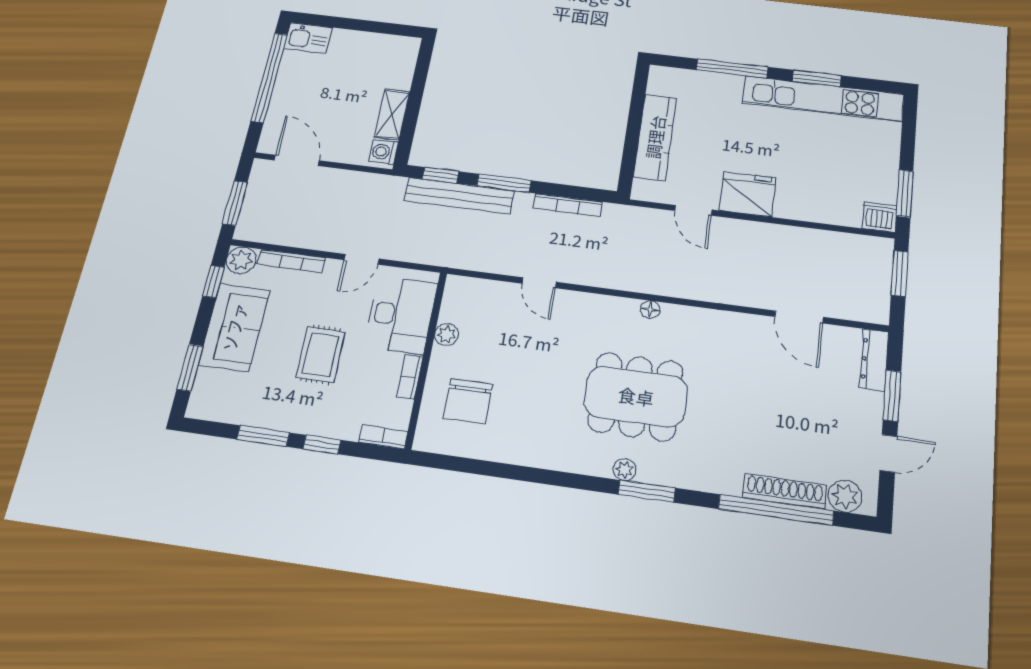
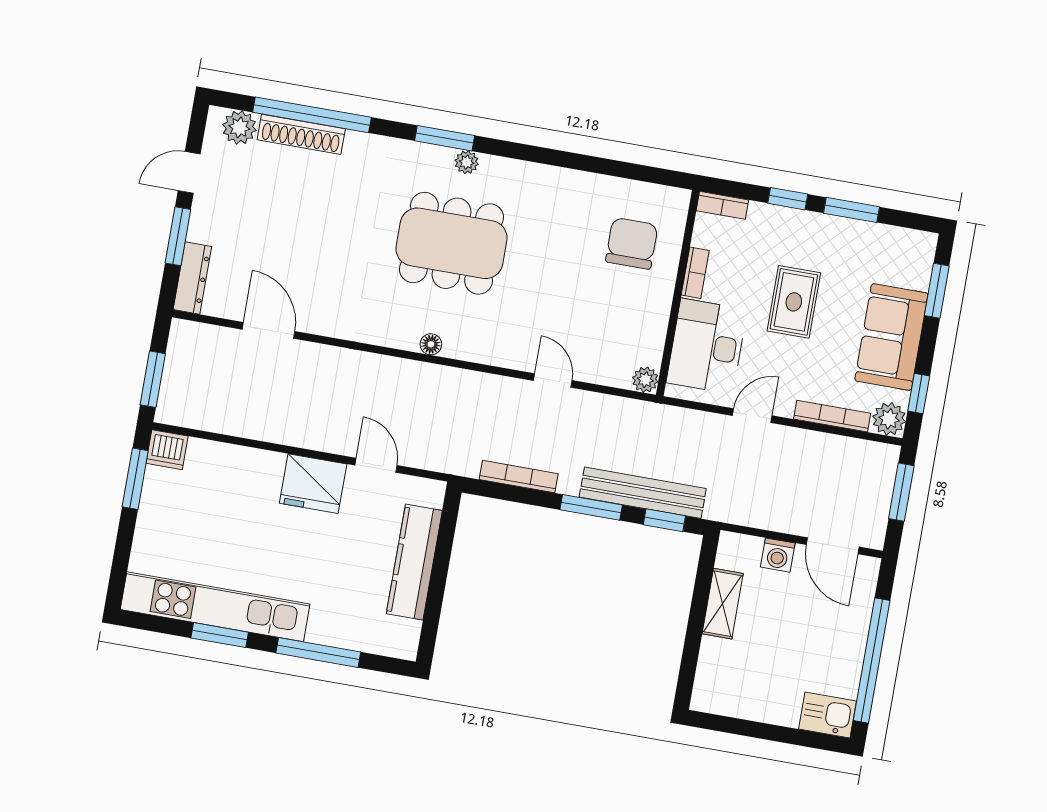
washing machine: (383, 152) -> (778, 555), moved, turned 90
plant: (447, 335) -> (645, 380), moved

